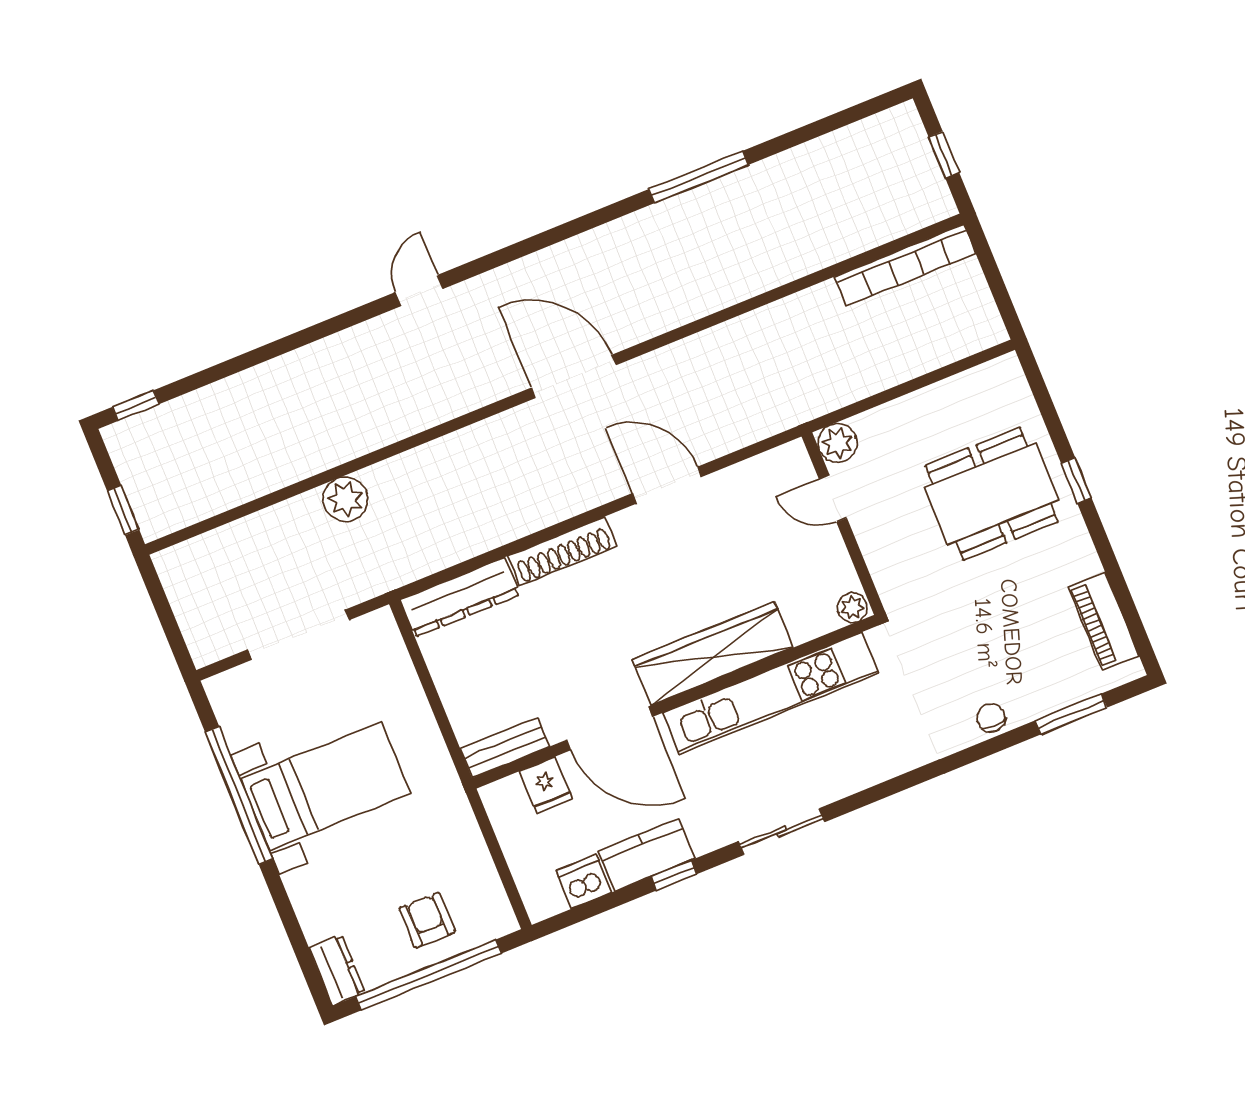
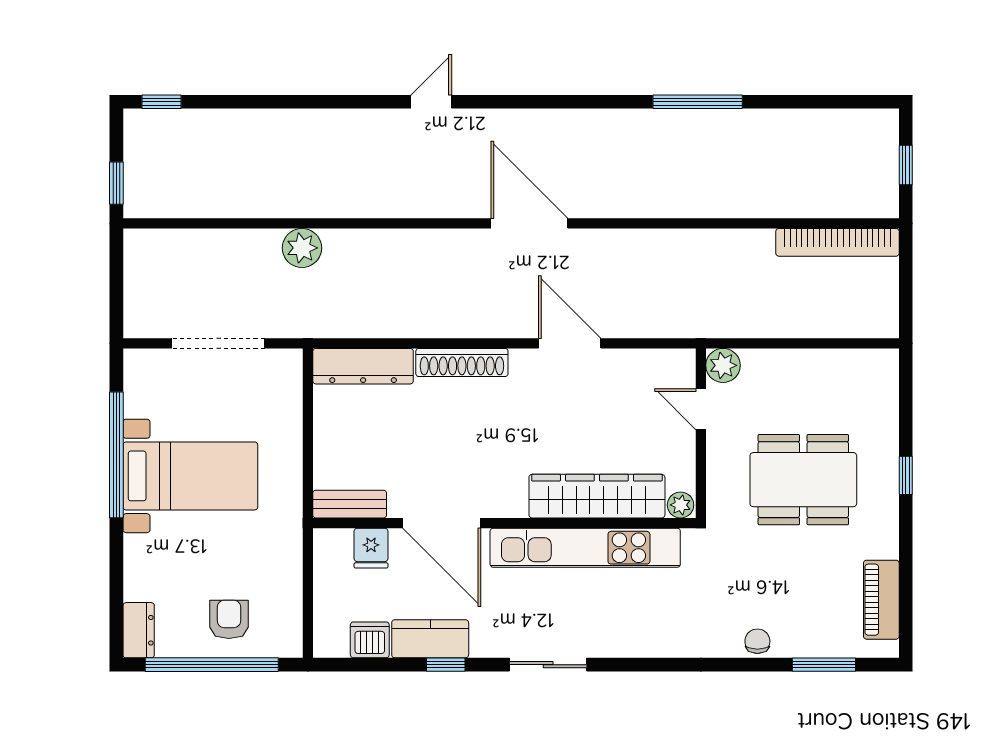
dining table: (992, 494) -> (803, 480), moved
wardrobe: (713, 654) -> (597, 496), moved

